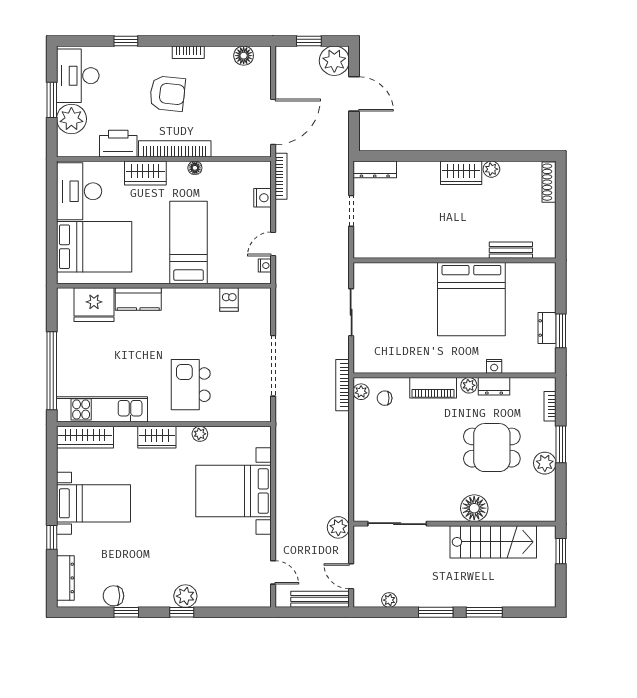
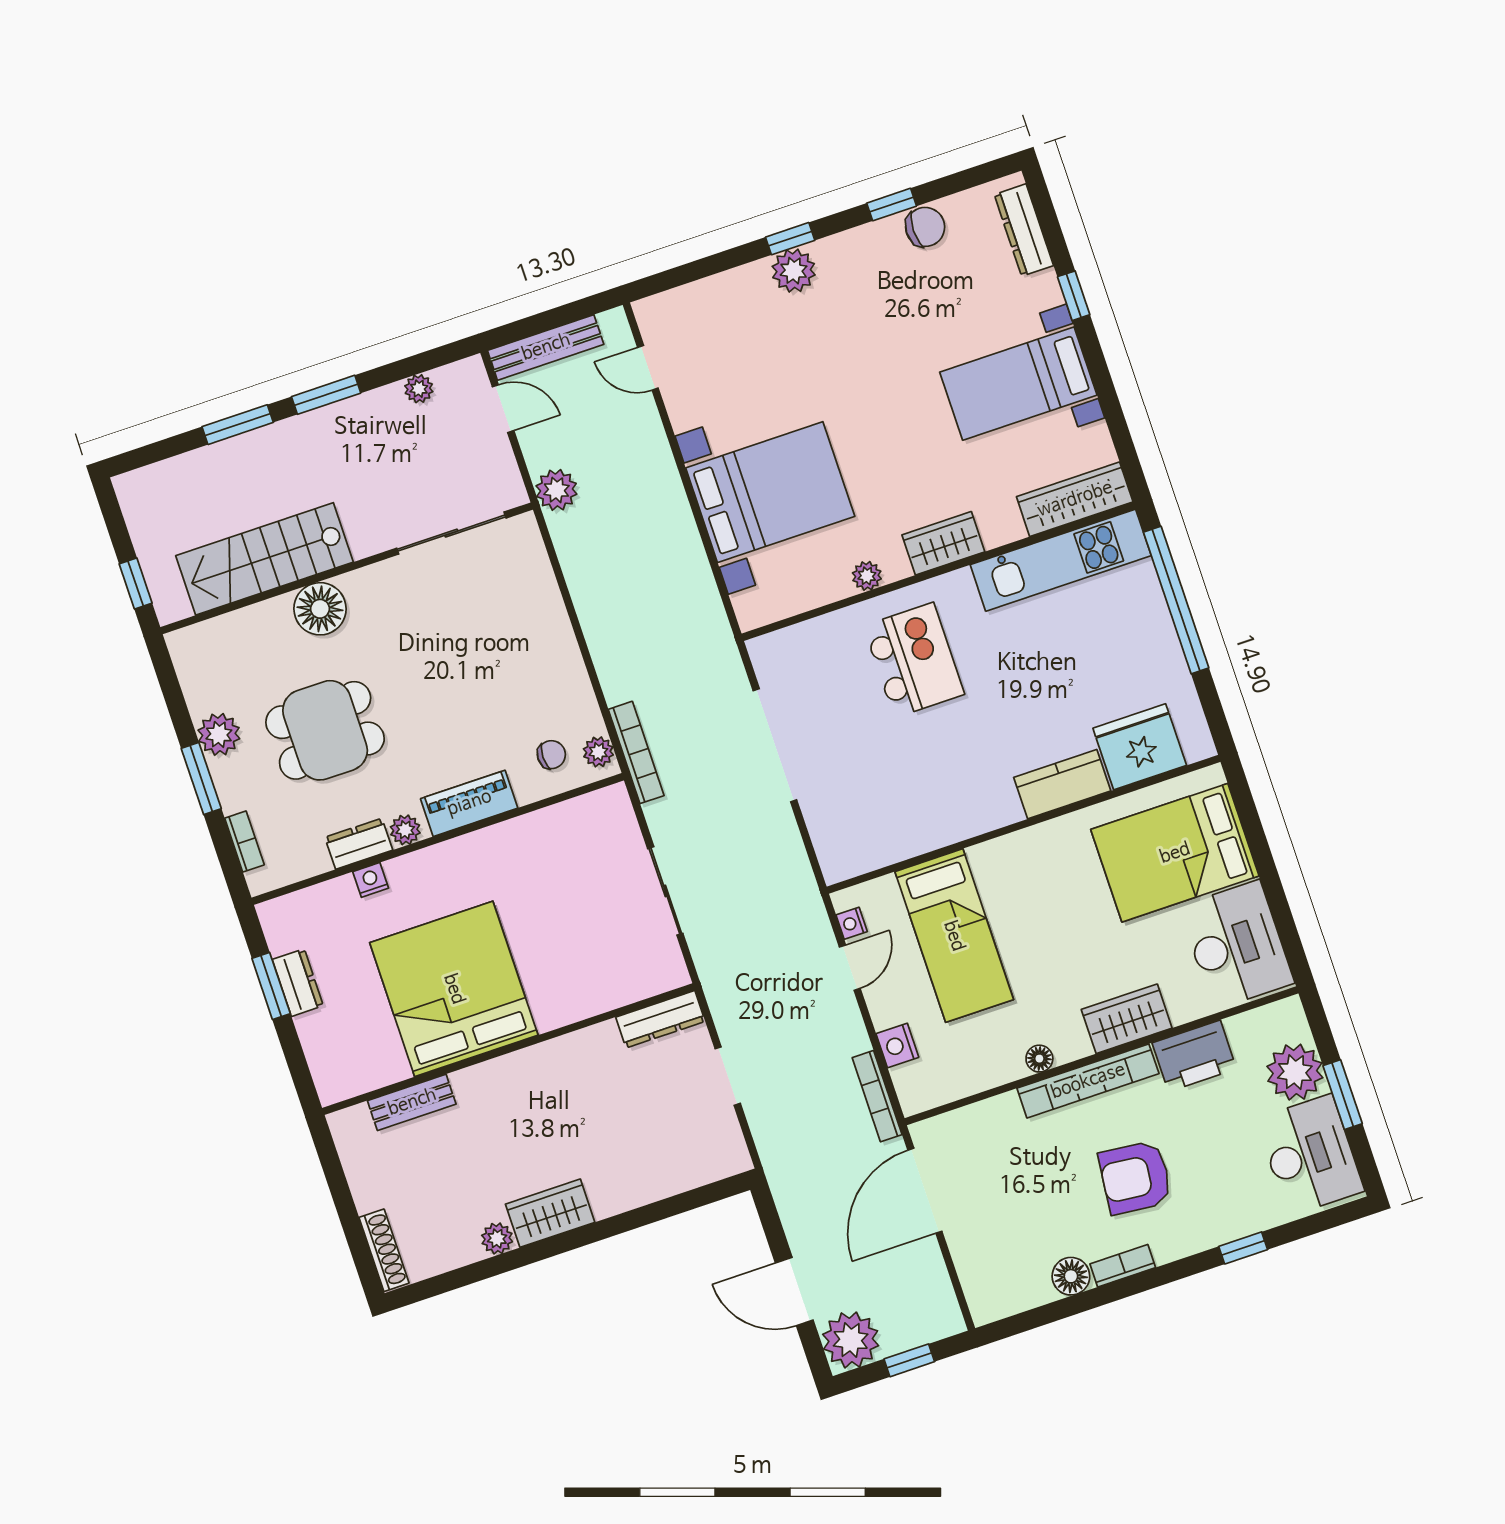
floor lamp: (244, 56) -> (1071, 1276), moved
dresser: (375, 169) -> (660, 1019), moved, turned 180
bed: (189, 242) -> (954, 936), moved
dishwasher: (229, 299) -> (896, 839), removed

